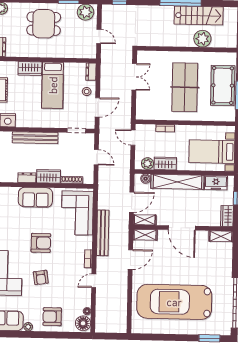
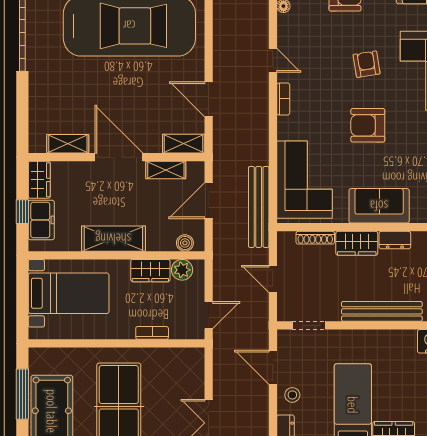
door: (97, 107) -> (273, 367), hinge flipped
door: (133, 138) -> (209, 315), hinge flipped
shelving: (177, 182) -> (113, 239), width x0.68
freezer: (216, 183) -> (41, 220), moved, turned 90
shelving: (145, 220) -> (166, 170), moved
bench: (103, 233) -> (259, 207), moved
shelving: (221, 236) -> (68, 144), moved
door: (130, 260) -> (209, 99), hinge flipped
door: (94, 281) -> (273, 60), hinge flipped

